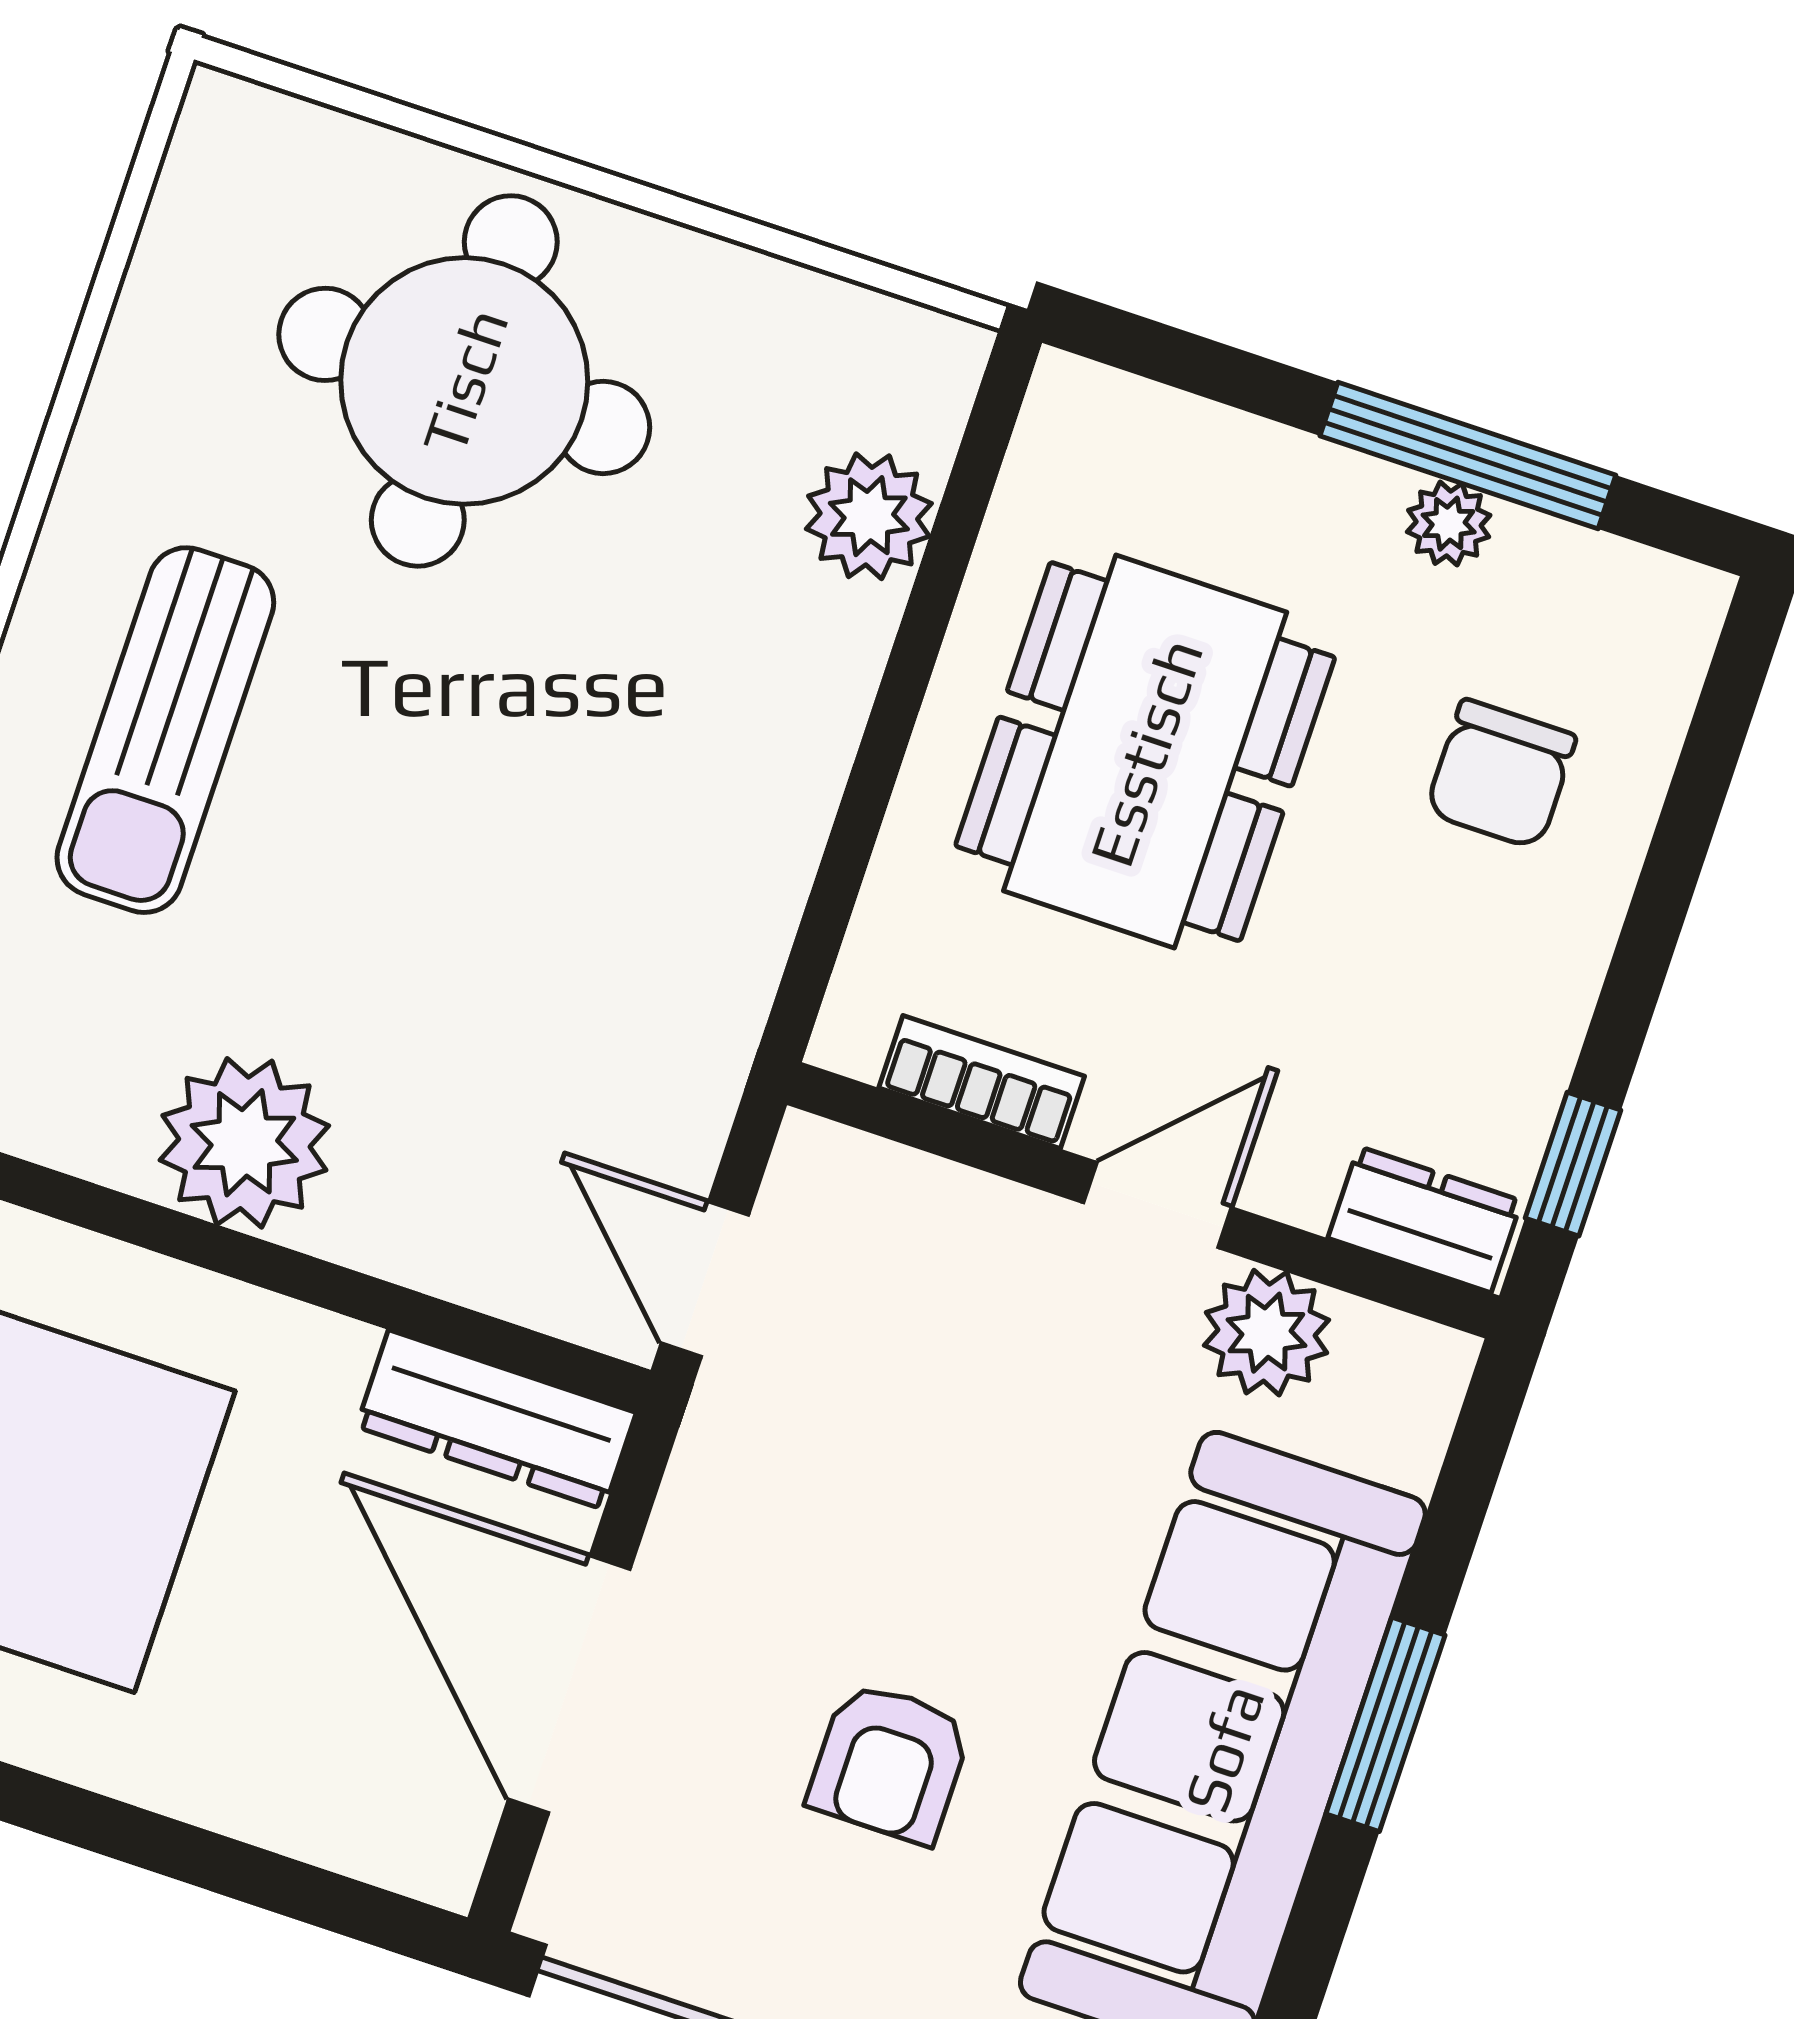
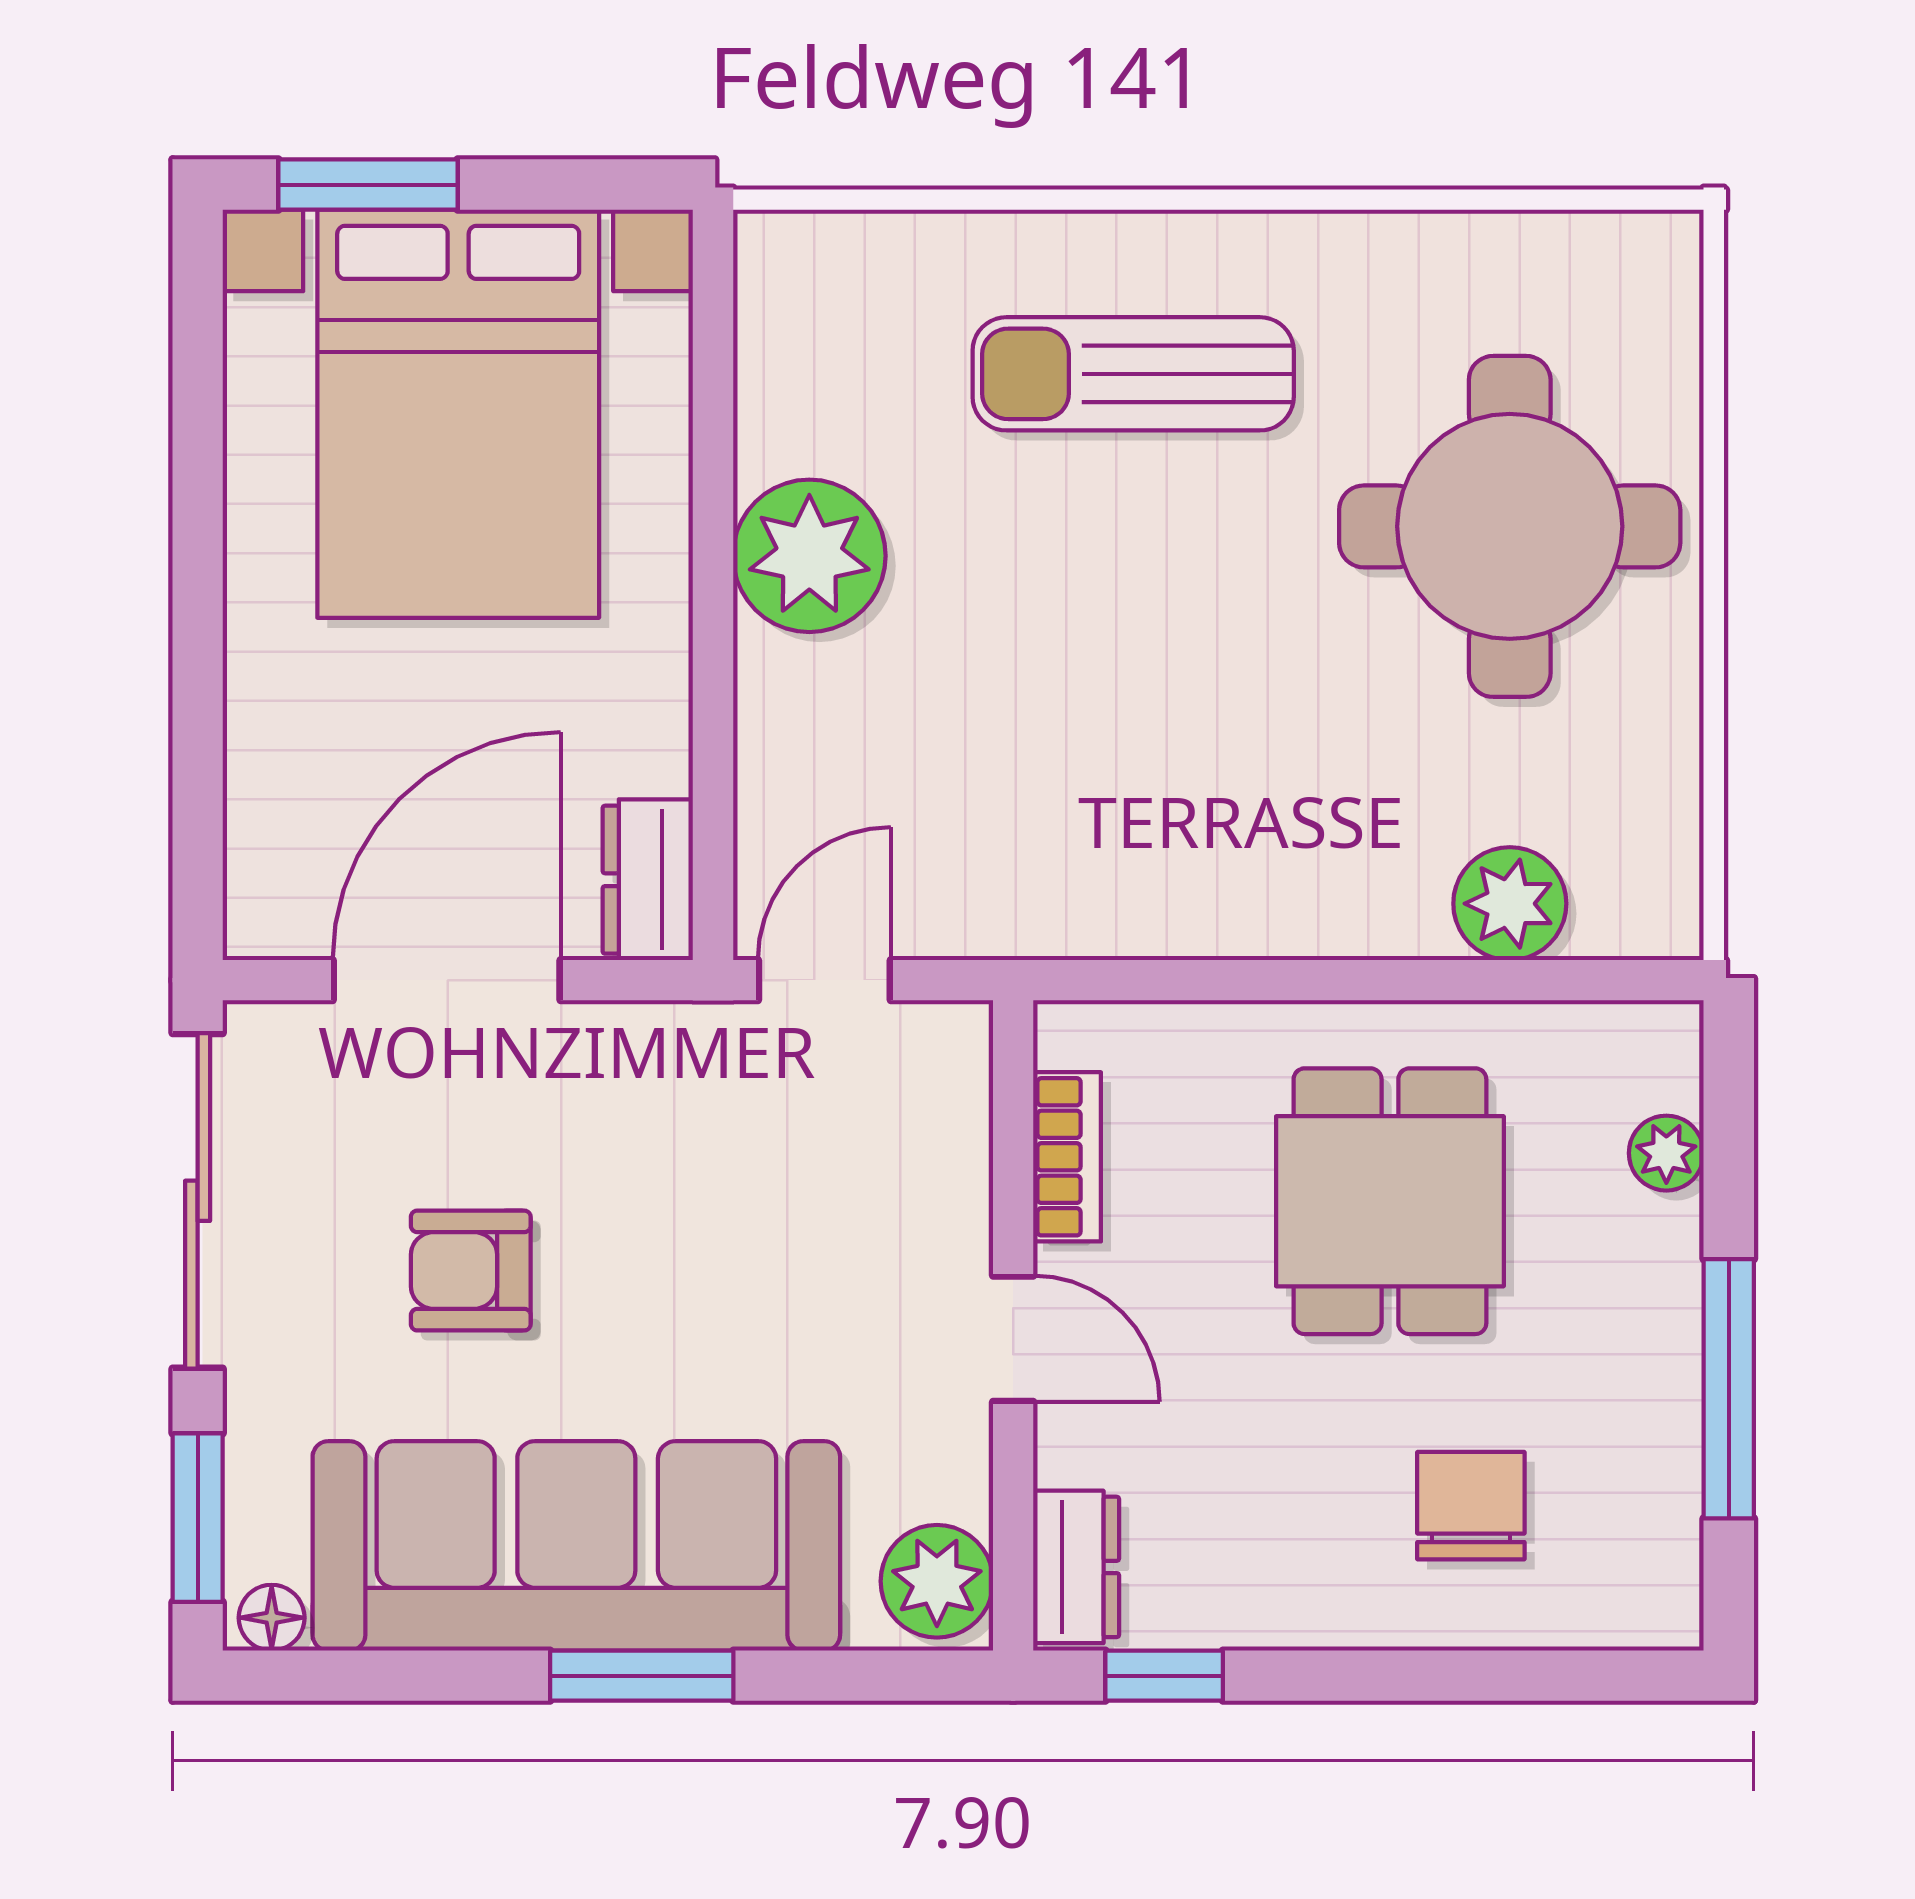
plant: (1449, 524) -> (1666, 1153), moved
dining table: (1145, 752) -> (1390, 1201), width x0.73
chair: (1501, 774) -> (1471, 1506), turned 90
plant: (1266, 1333) -> (937, 1581), moved
dresser: (496, 1420) -> (648, 880), width x0.70

